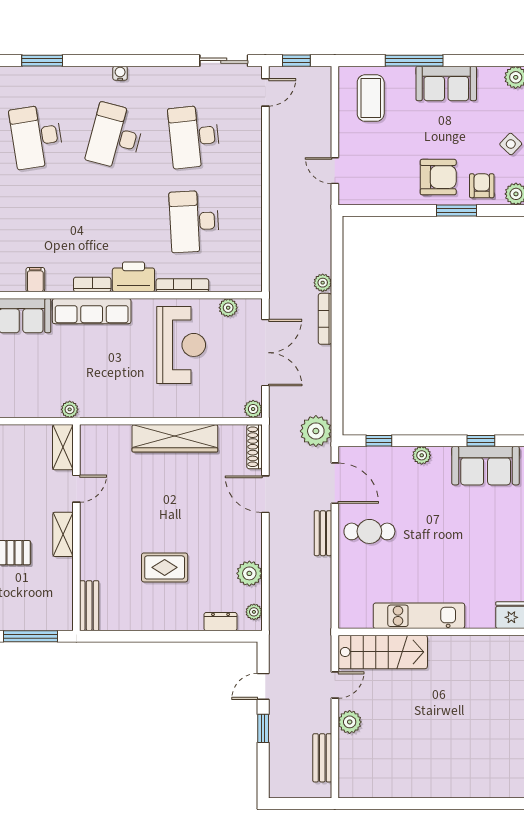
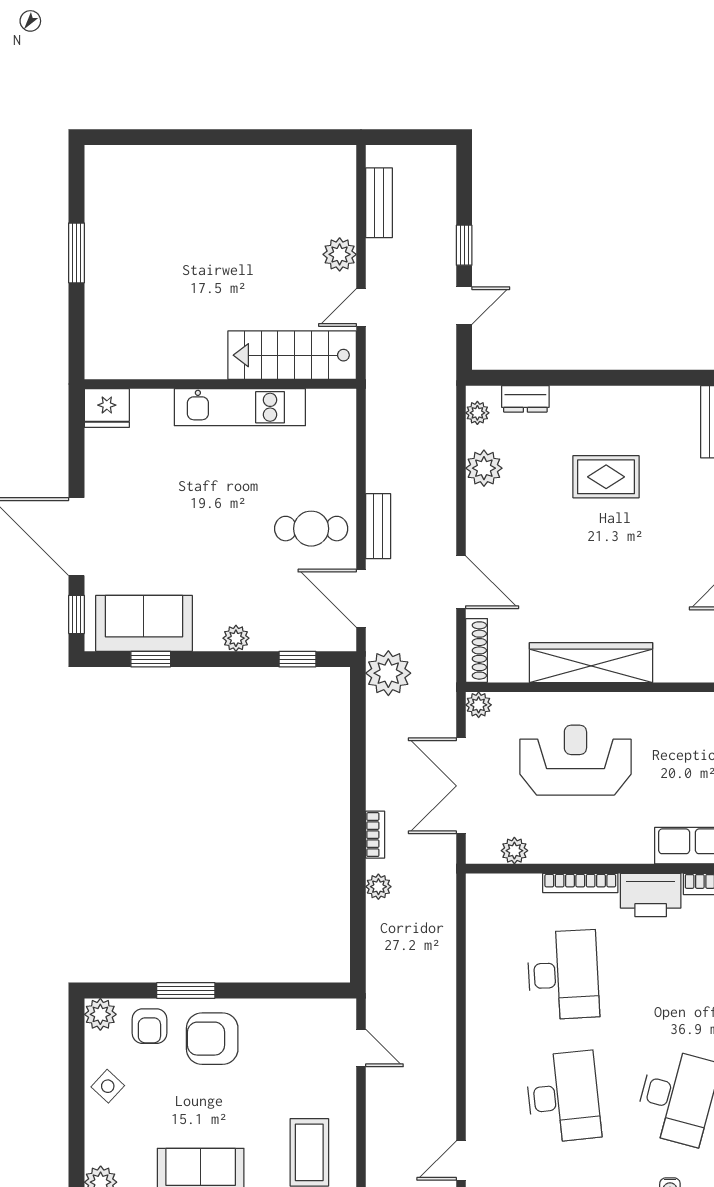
bookcase: (325, 319) -> (375, 835), width x0.64
reception desk: (181, 345) -> (575, 760), moved, turned 90

